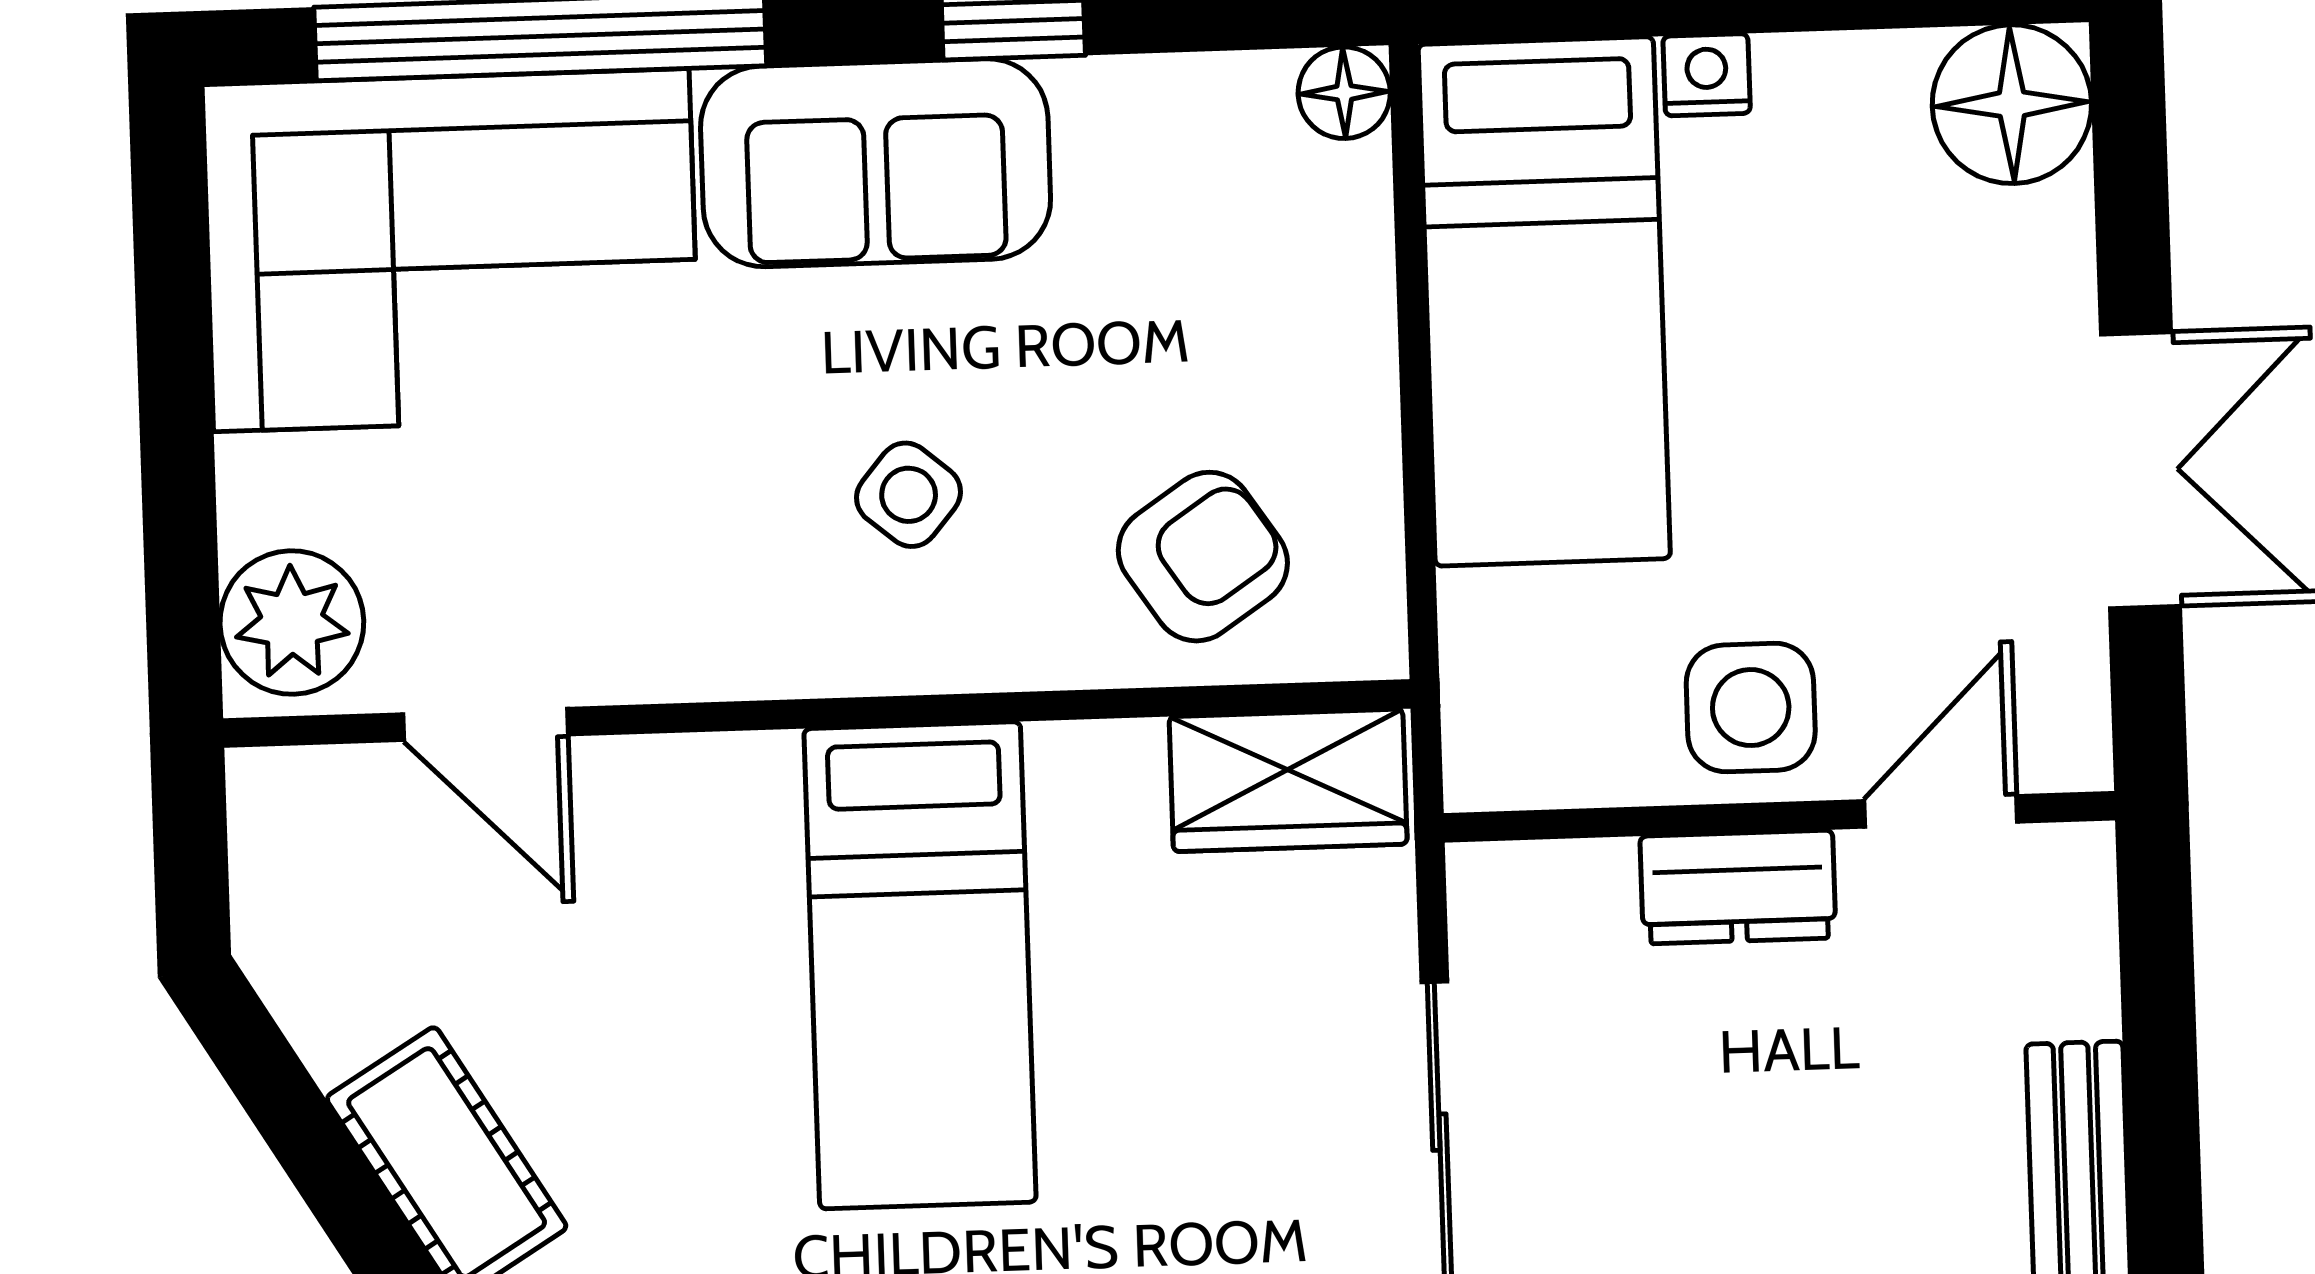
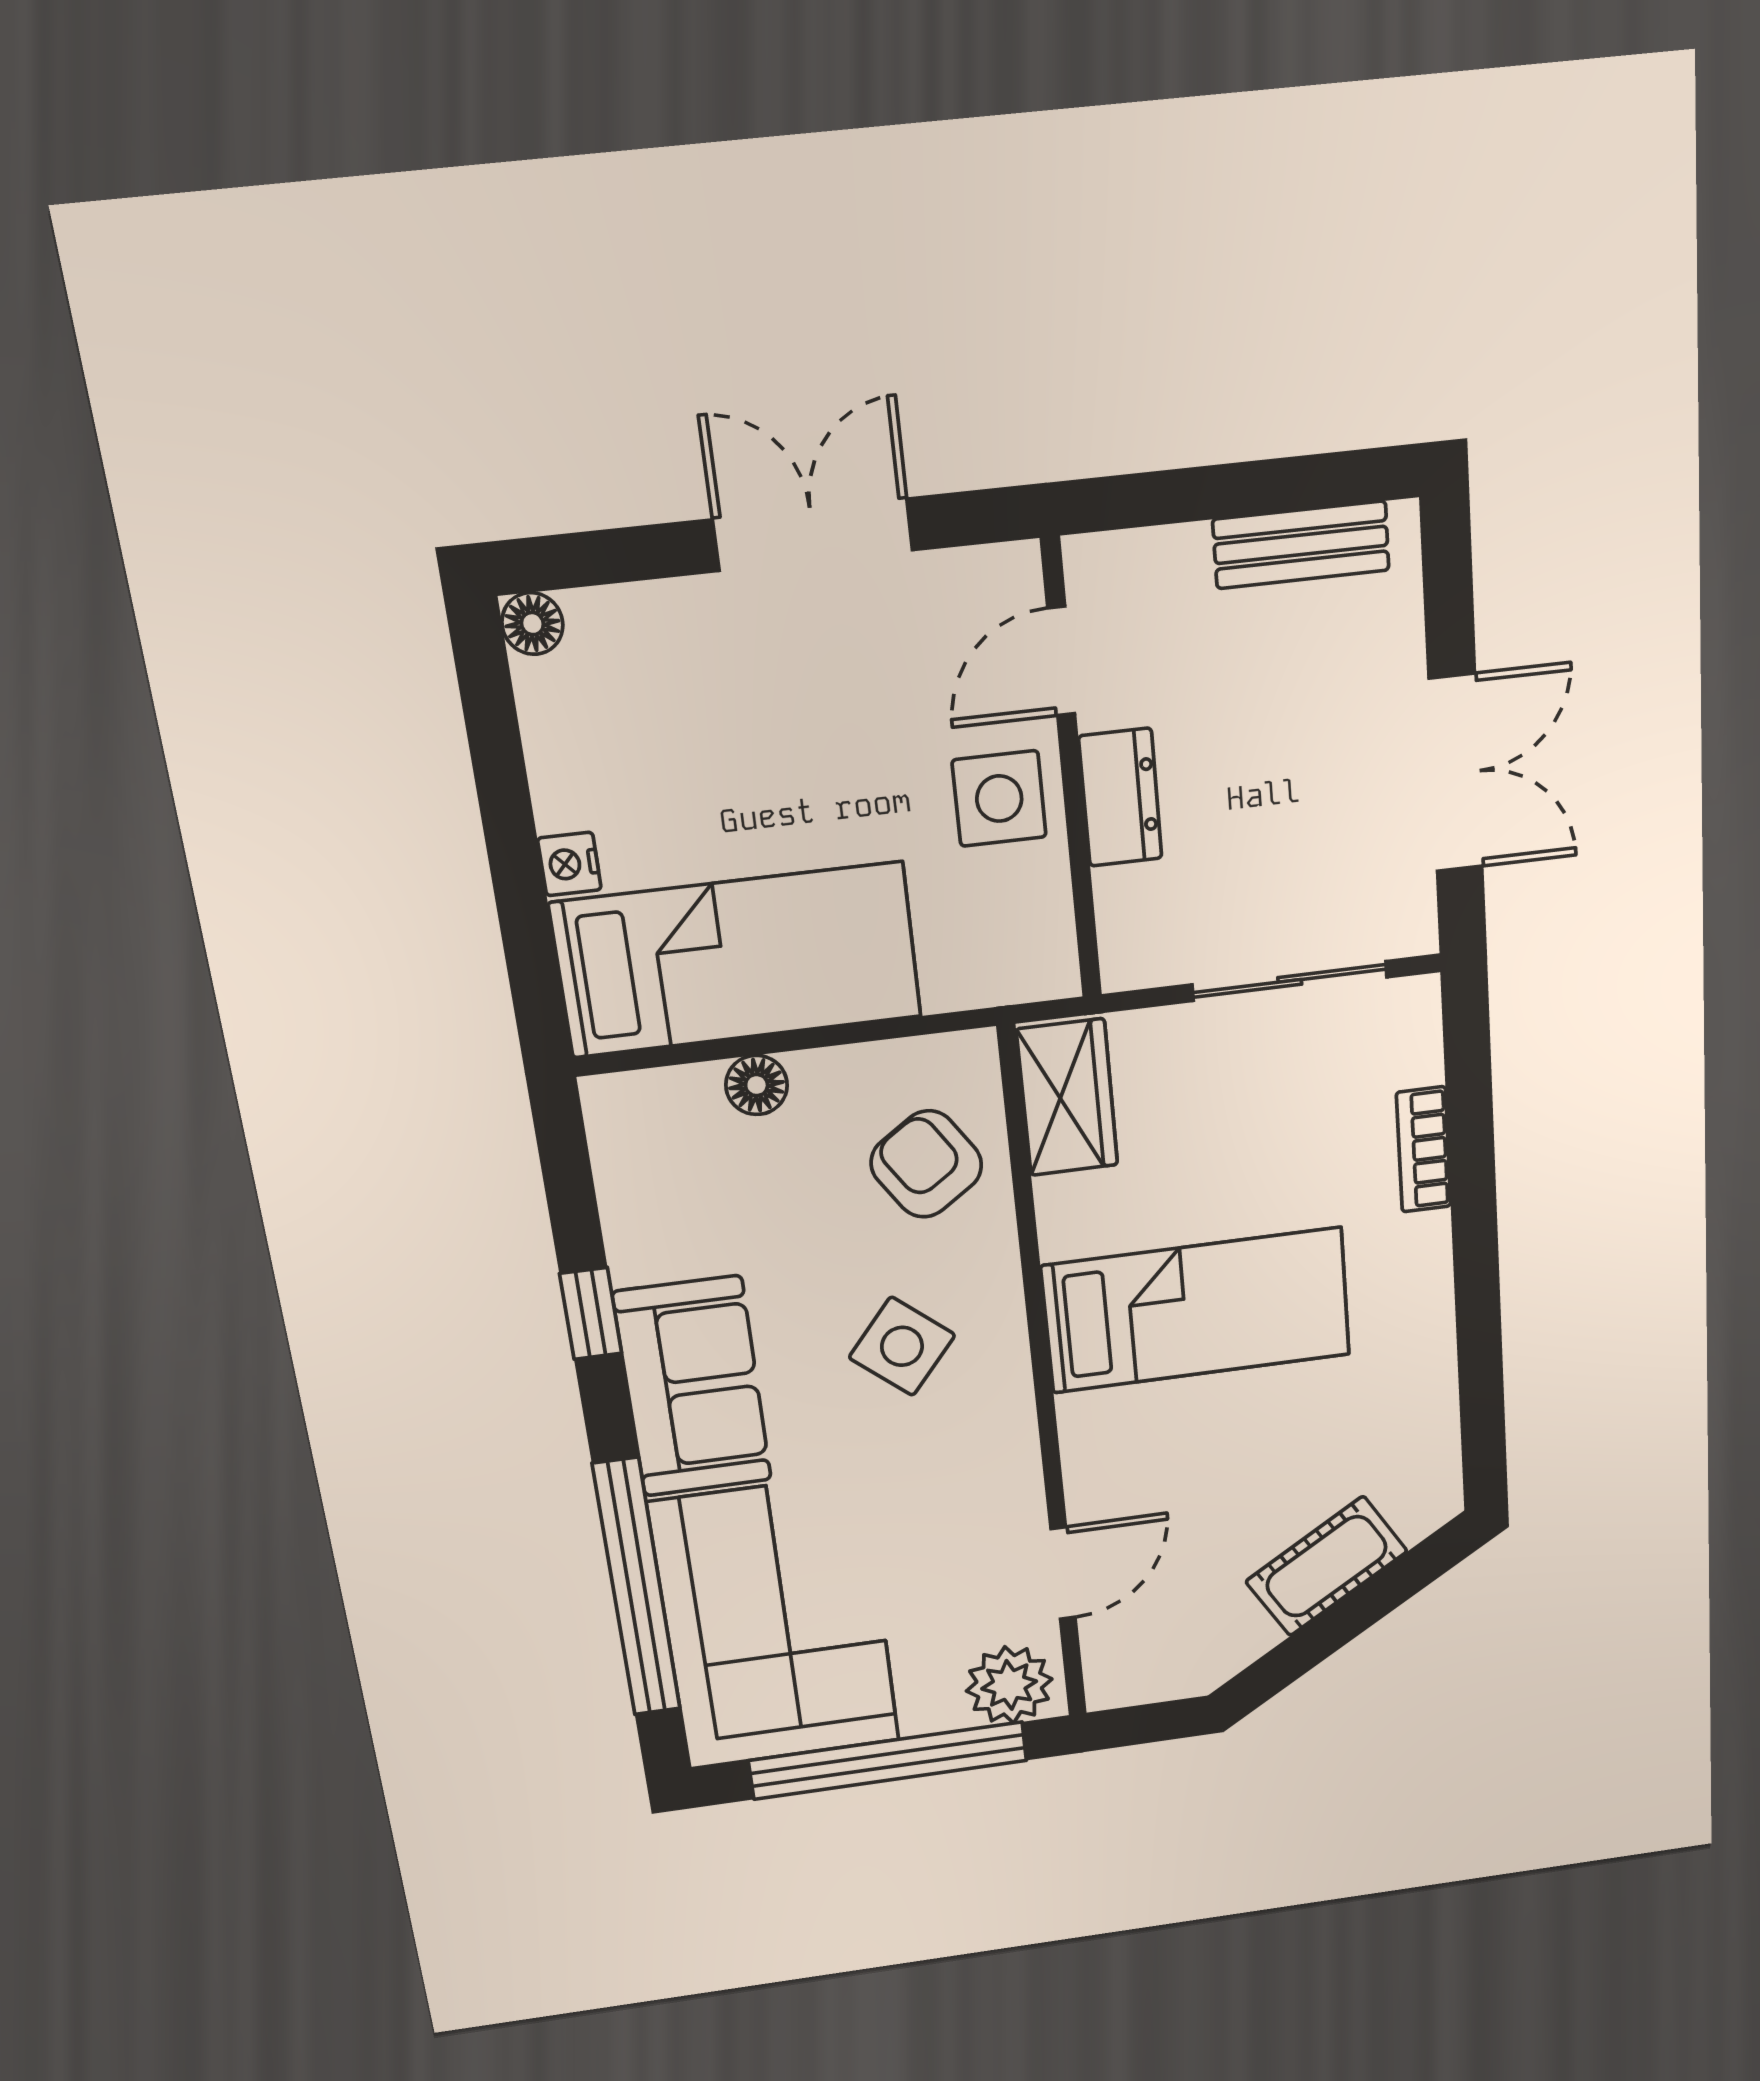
floor lamp: (1344, 93) -> (757, 1085), moved
floor lamp: (2012, 104) -> (532, 624), width x0.53, depth x0.53
window: (176, 411) -> (888, 1760), added
side table: (909, 495) -> (902, 1346), width x1.37, depth x1.37
door: (1941, 811) -> (1061, 661), hinge flipped

